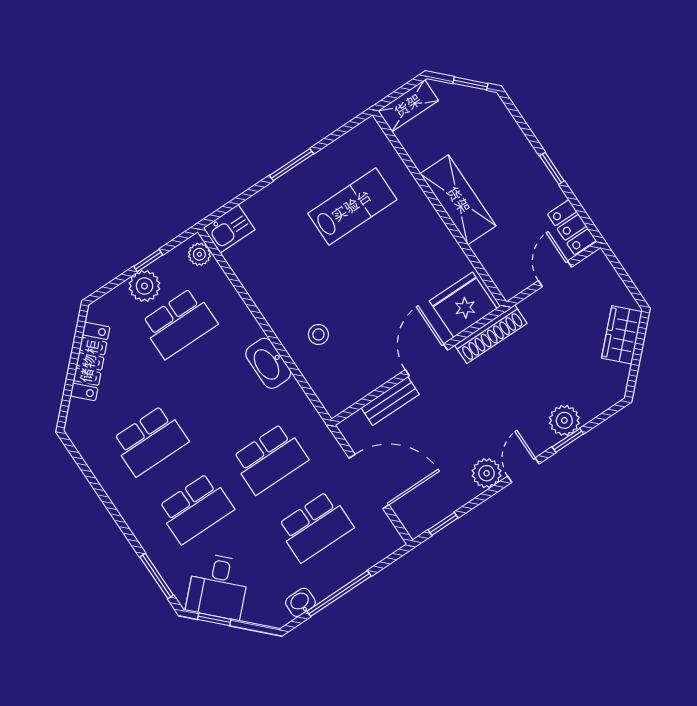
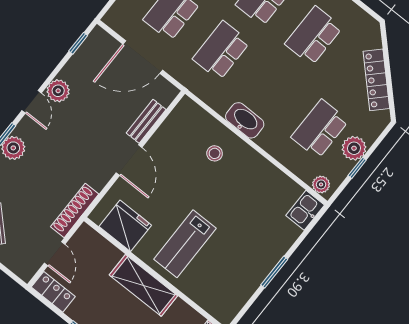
lab bench: (352, 206) -> (185, 244), moved
fridge: (463, 305) -> (125, 226), moved, turned -90
shoe rack: (491, 334) -> (75, 210), moved

